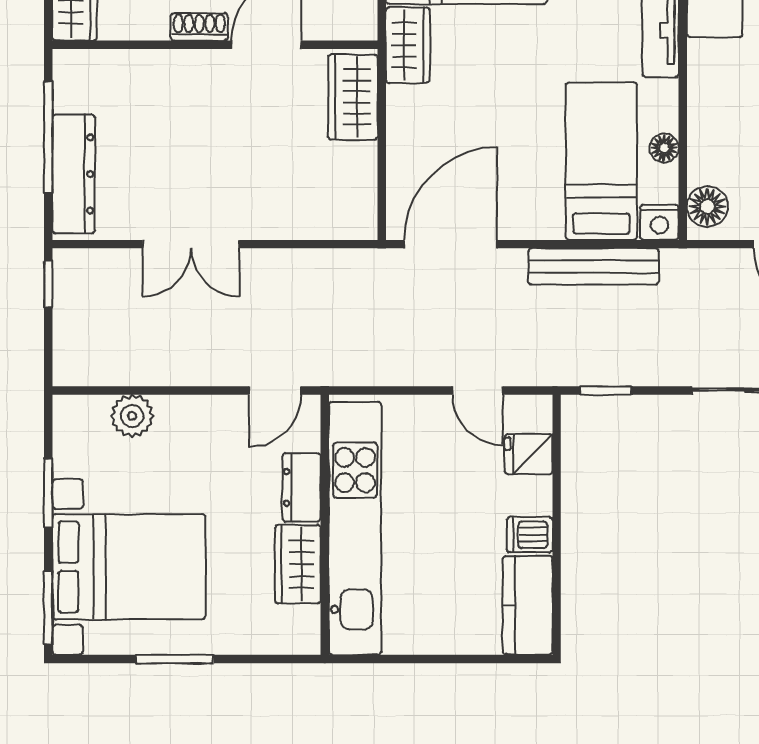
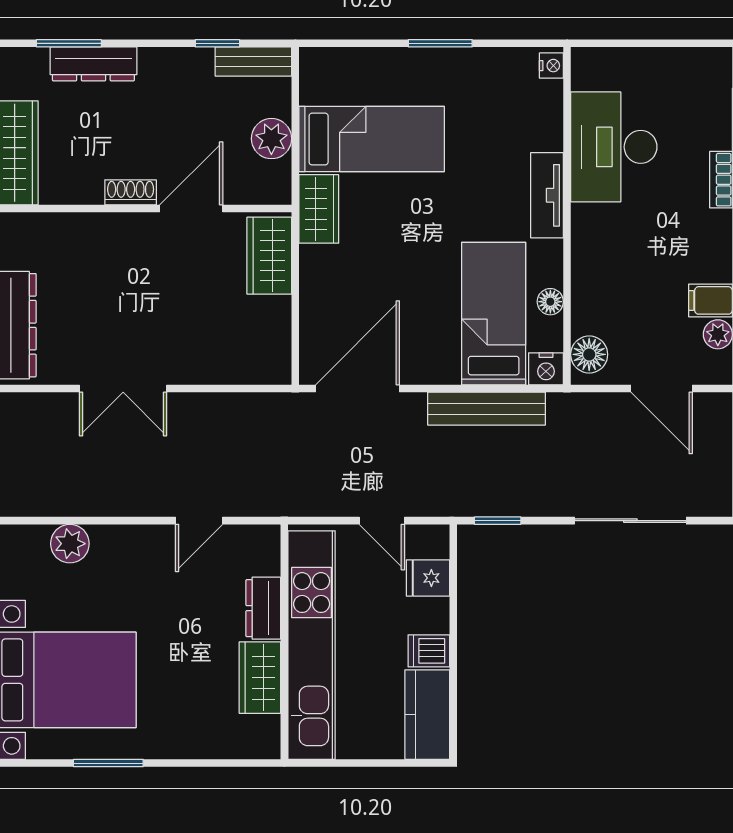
dresser: (301, 487) -> (263, 608), moved
wall: (325, 525) -> (284, 642), moved
kitchen unit: (355, 528) -> (312, 645), moved
wardrobe: (298, 564) -> (260, 678), moved

